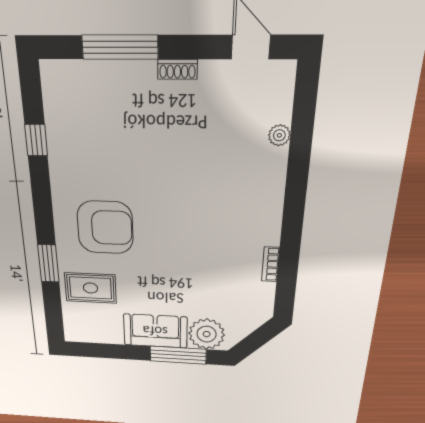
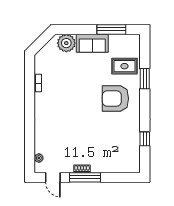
window: (120, 47) -> (85, 177), moved
plant: (279, 135) -> (39, 158), moved
window: (178, 355) -> (111, 29), moved

